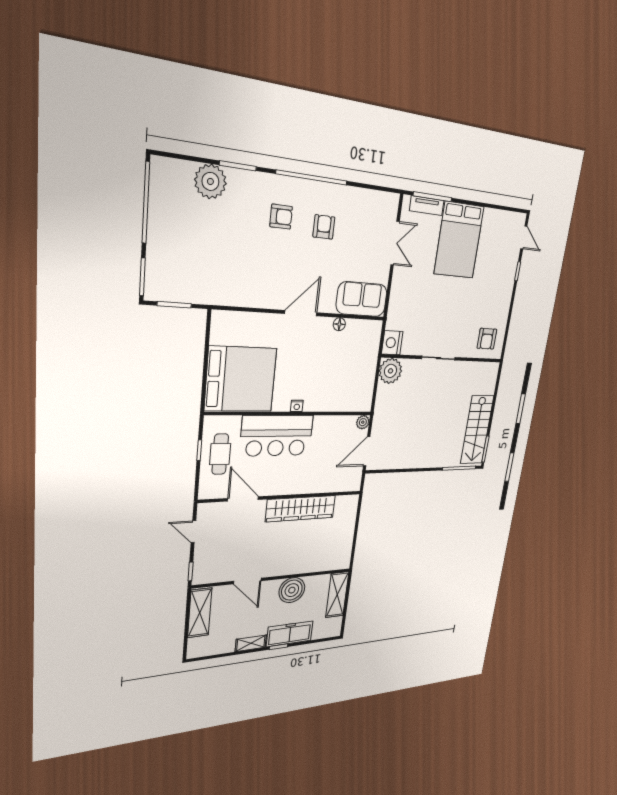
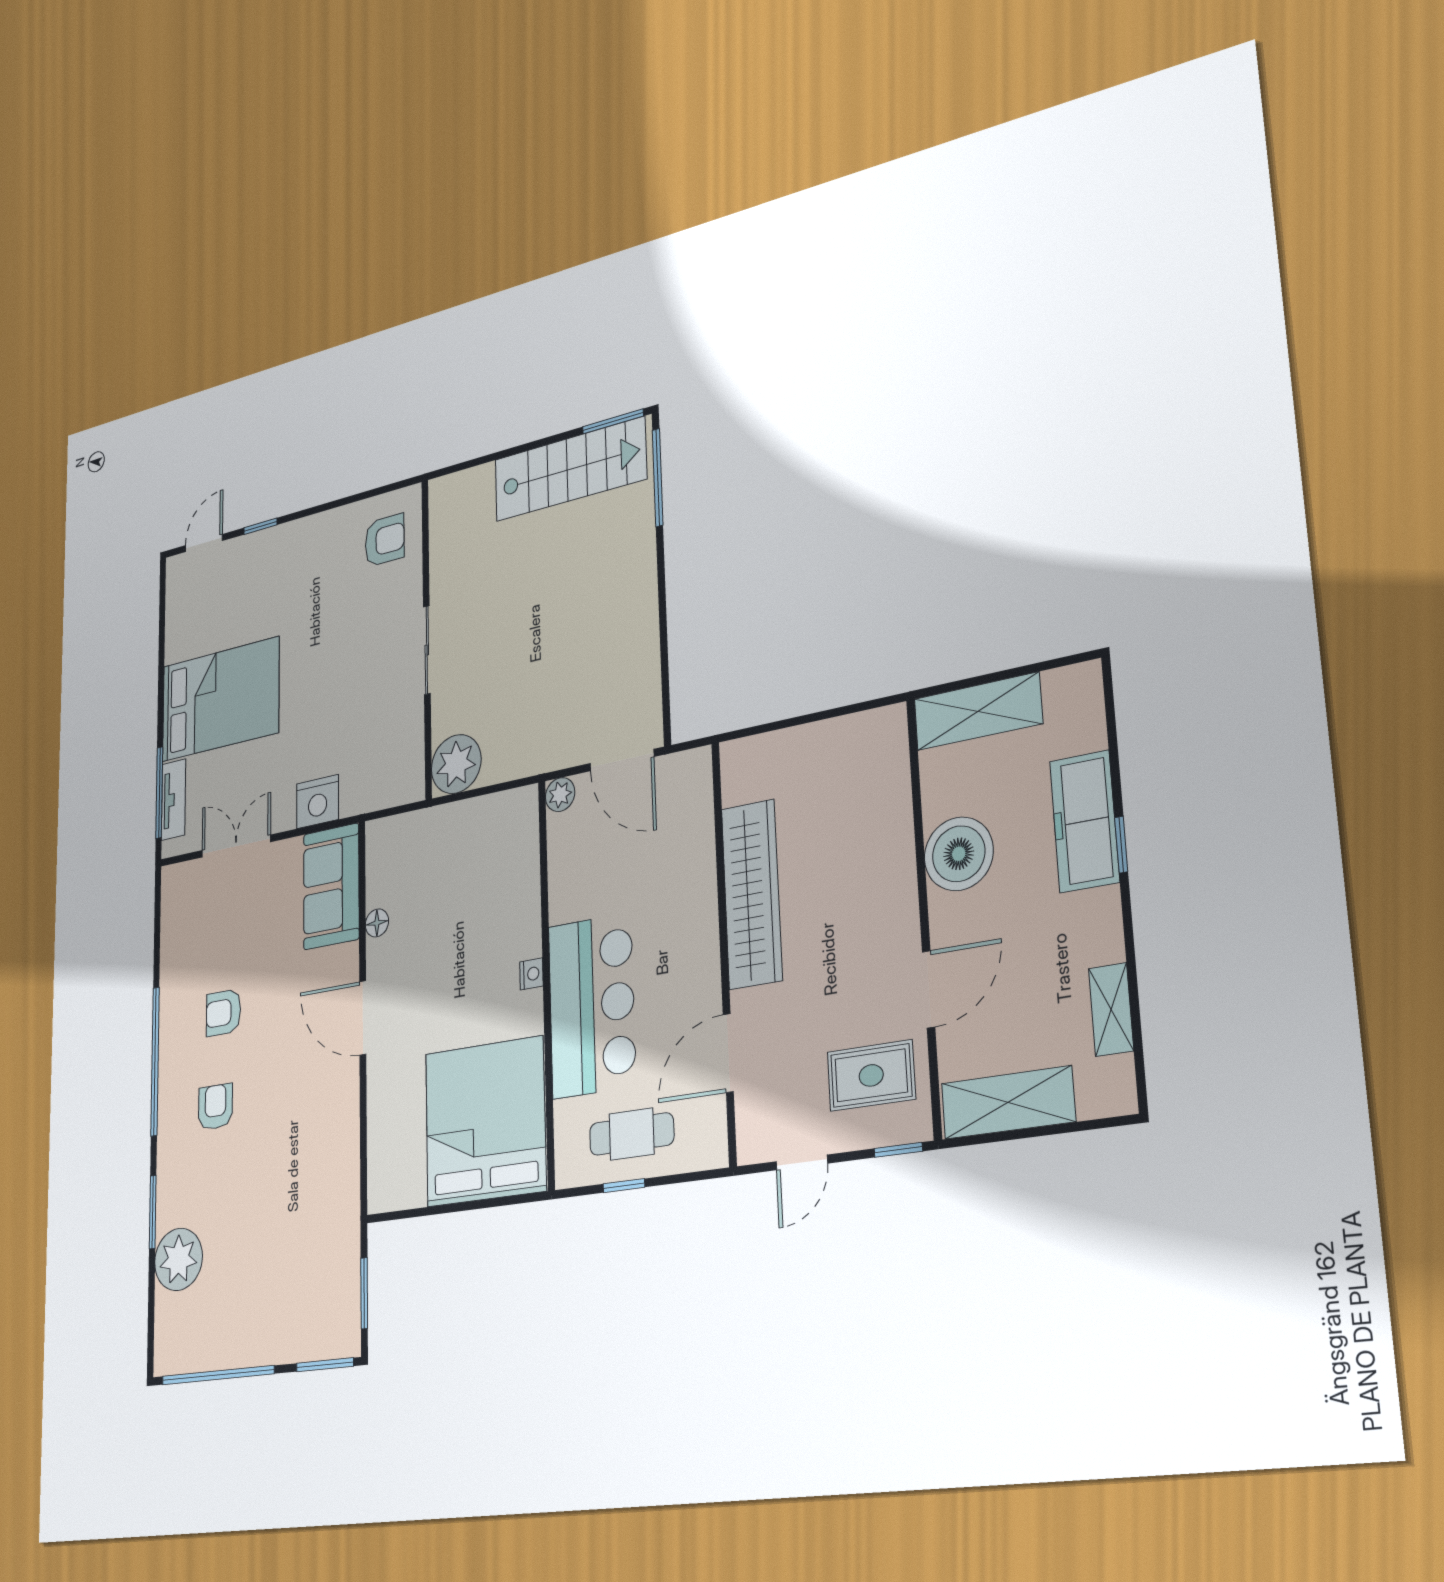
nightstand: (392, 343) -> (318, 802), moved
rug: (221, 560) -> (871, 1075), added
shelving: (251, 643) -> (1111, 1009), moved

